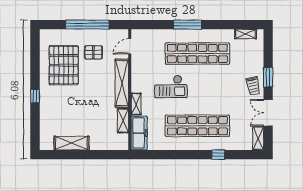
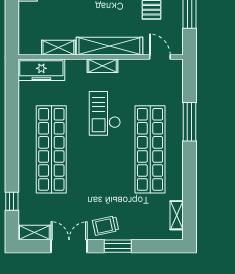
window: (187, 25) -> (190, 122), moved
shelving: (136, 104) -> (103, 66), moved
window: (218, 155) -> (12, 201), moved

